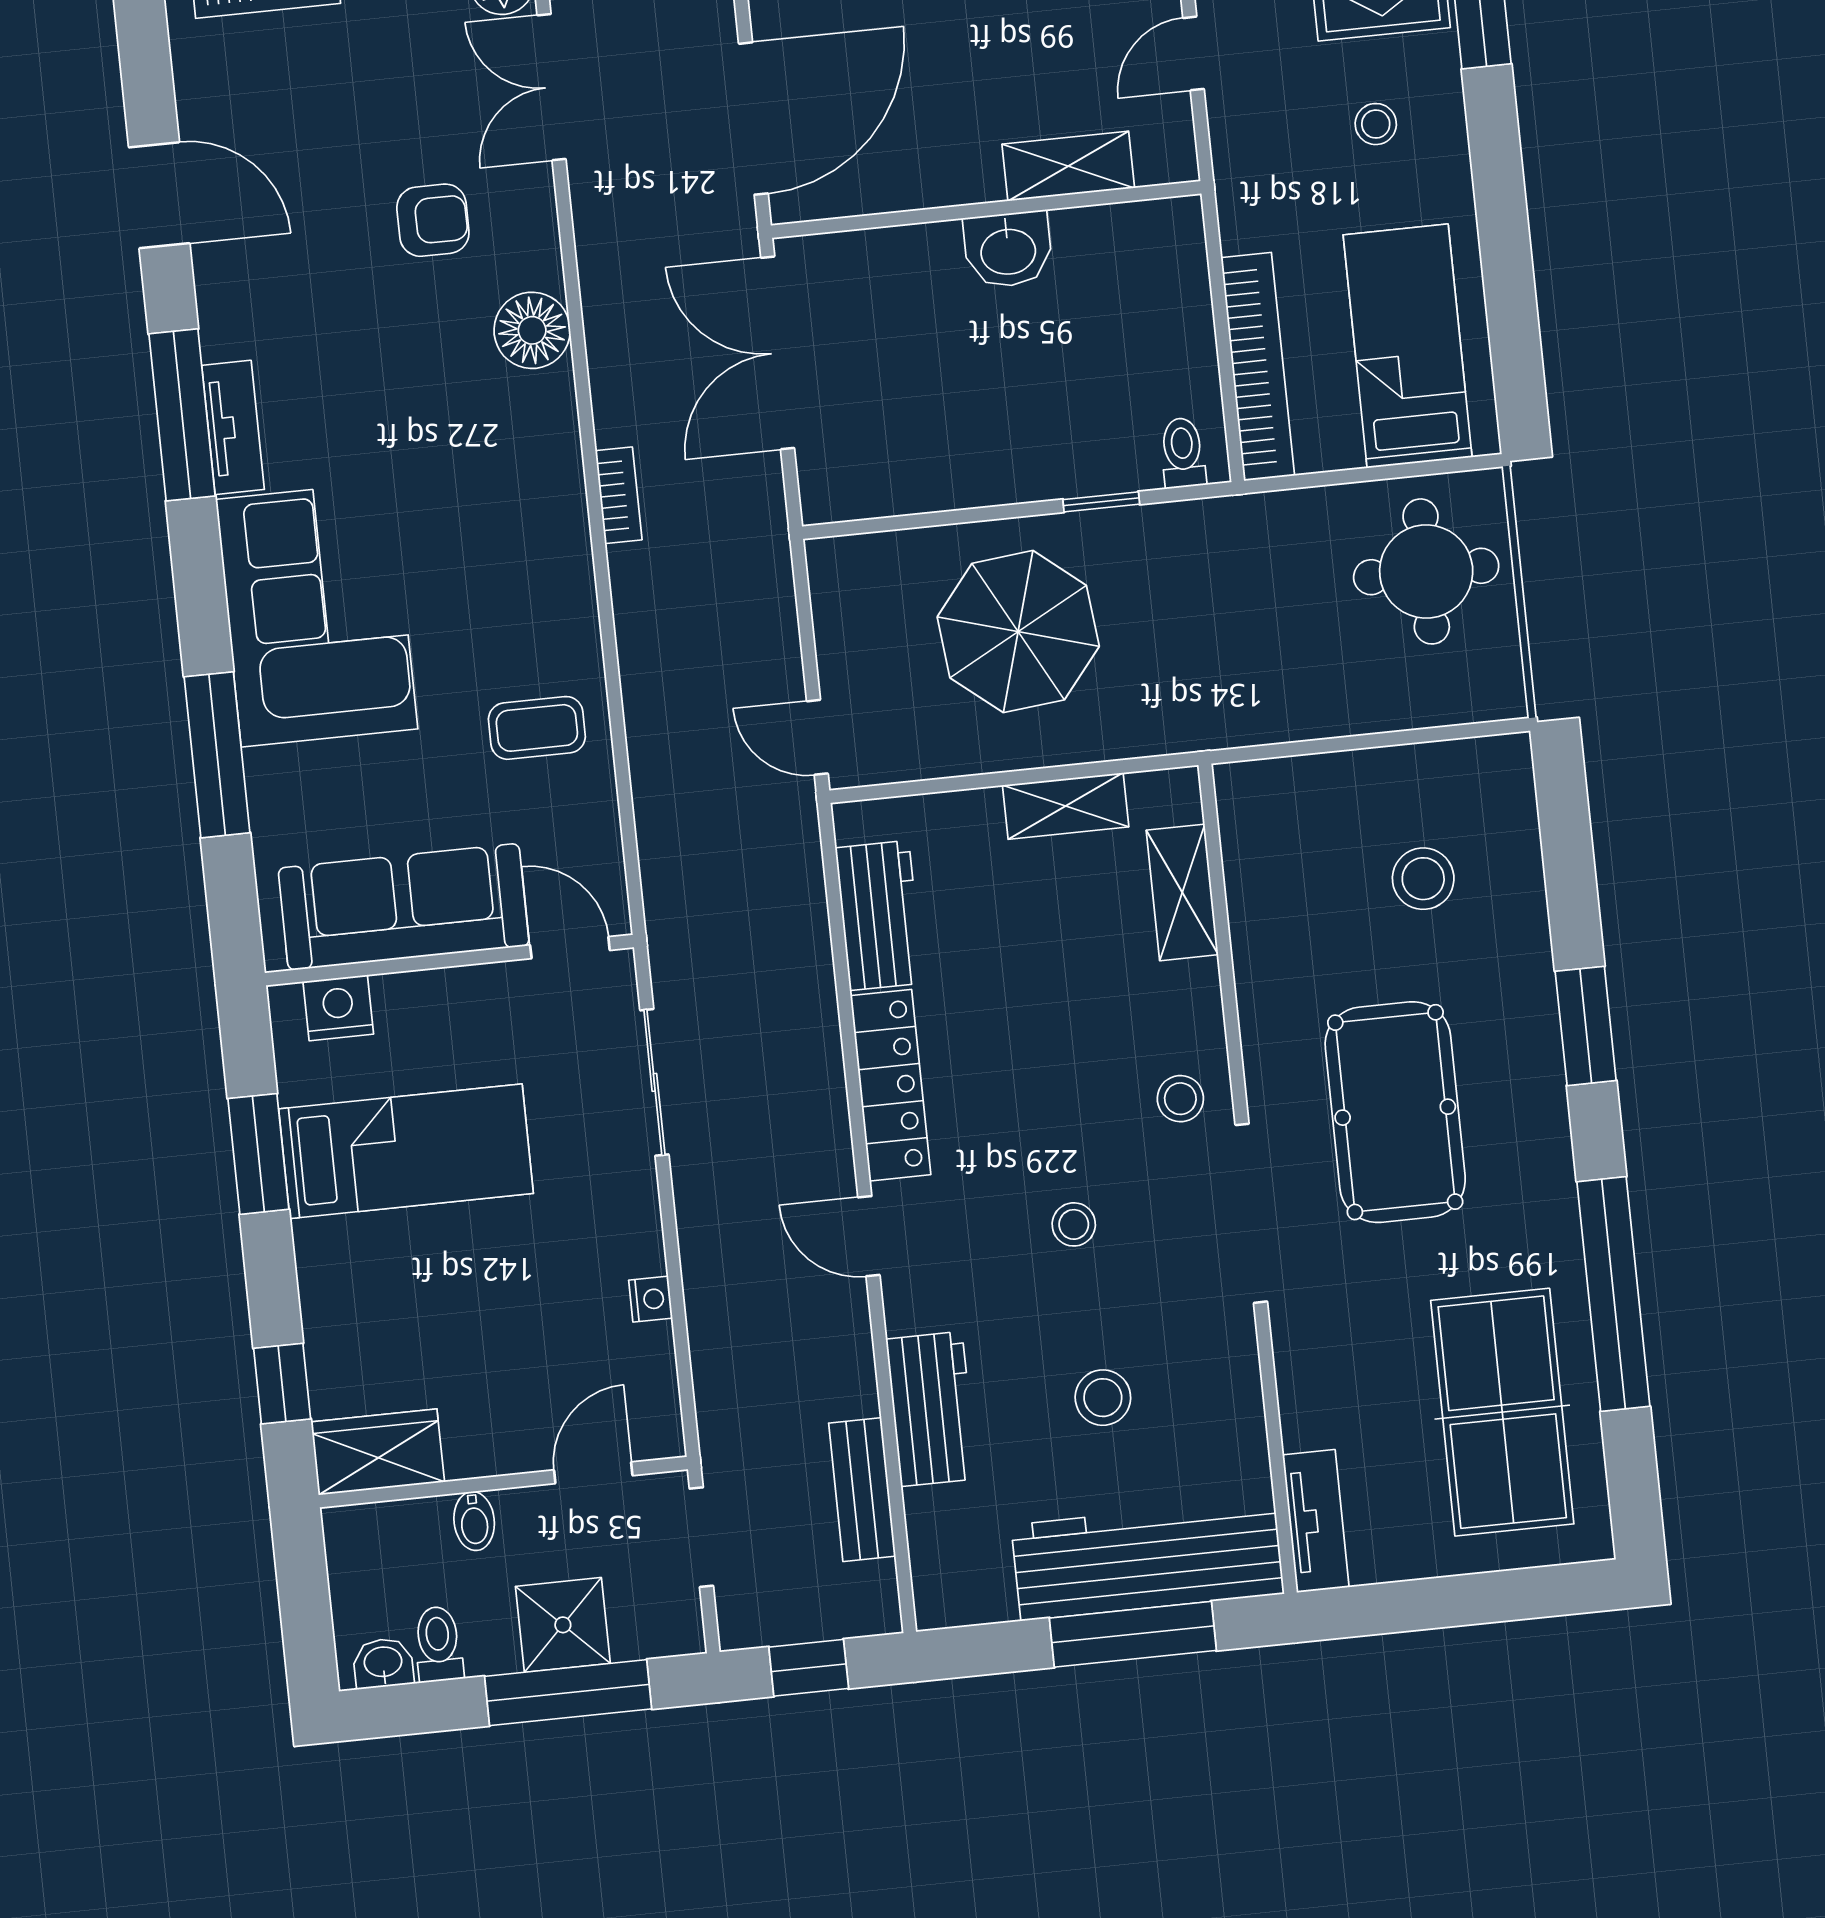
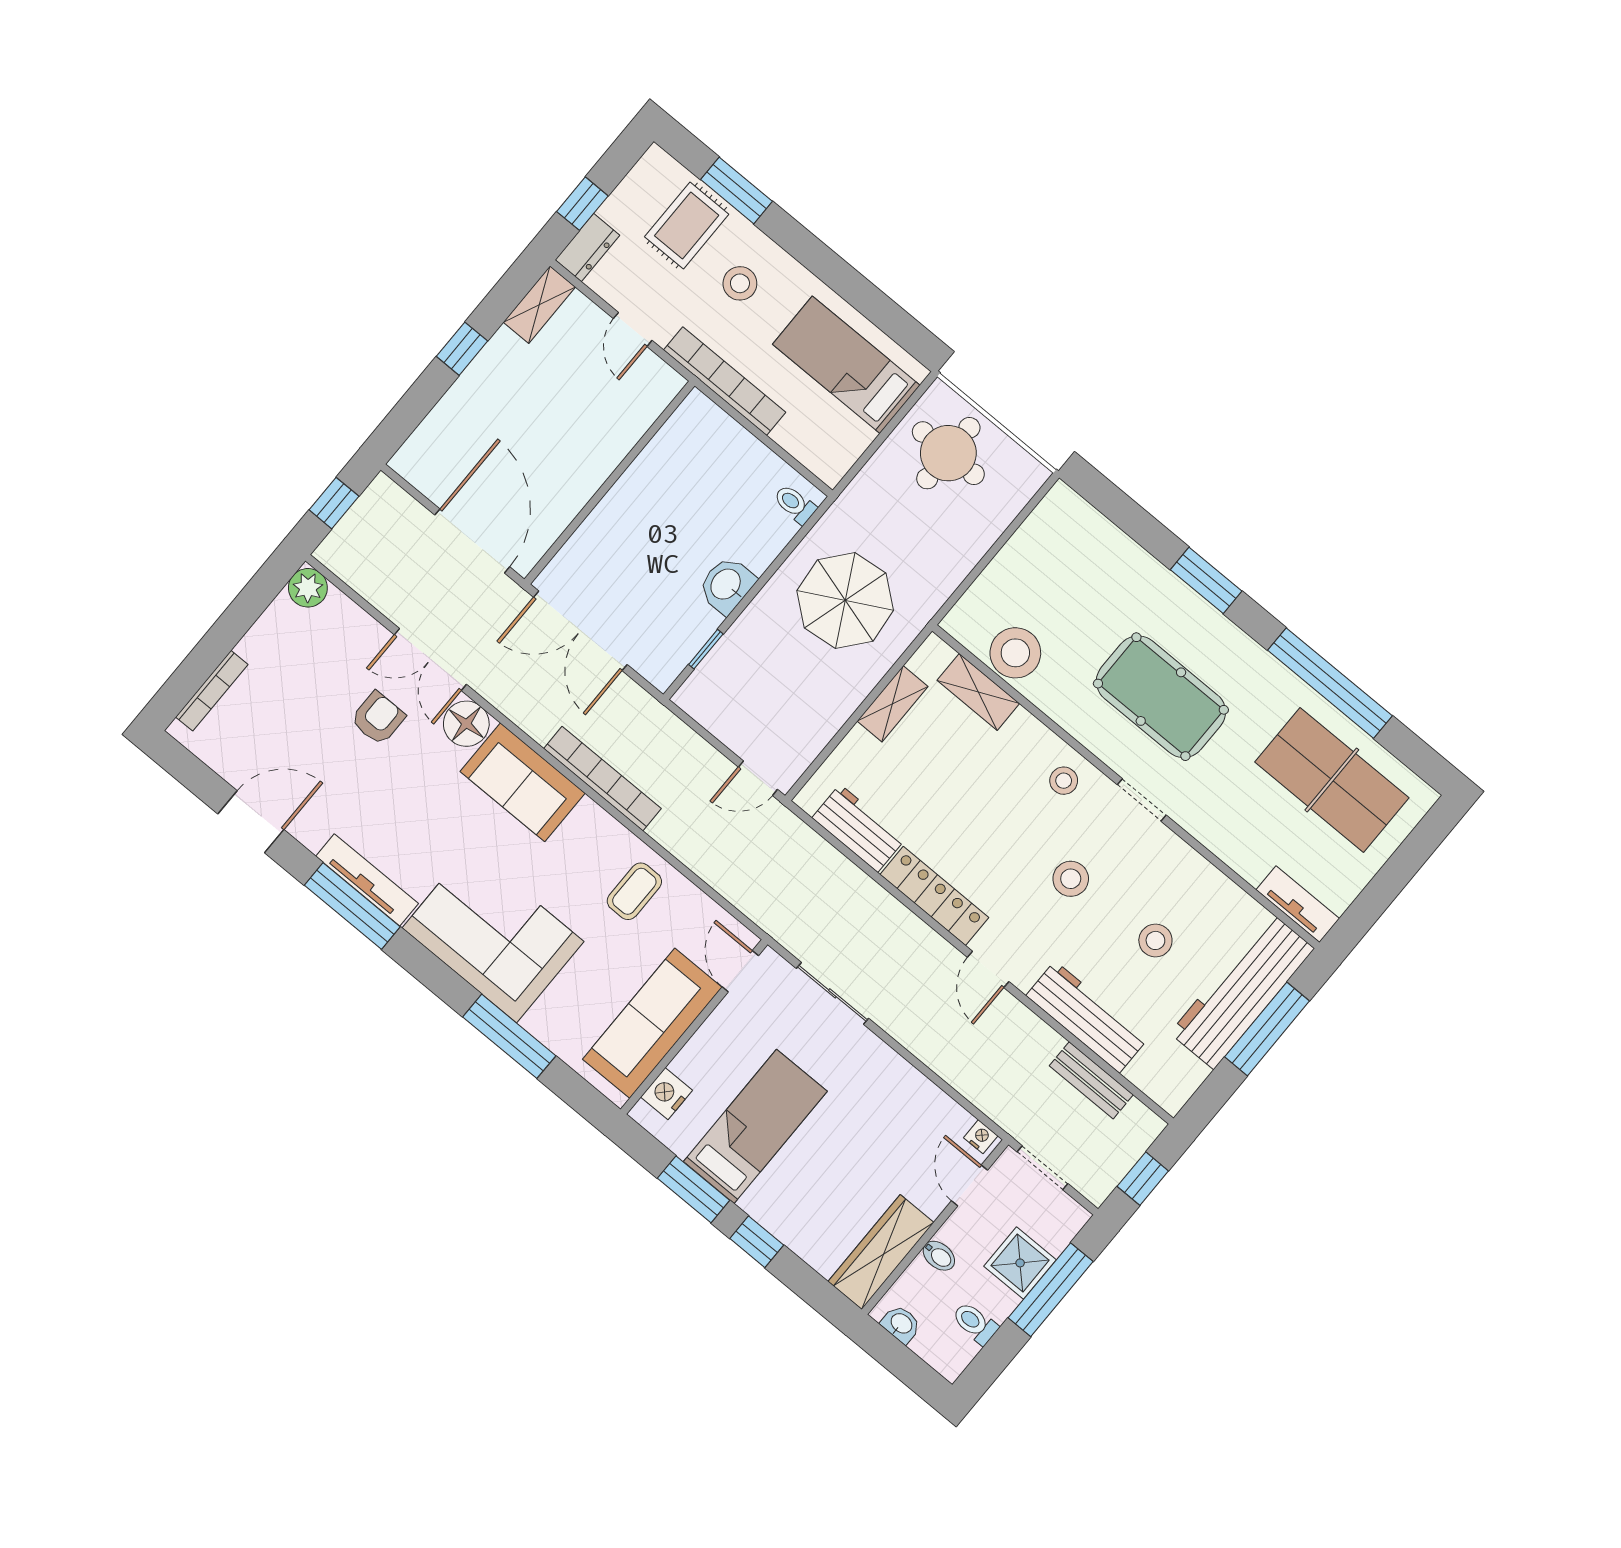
double door: (552, 87) -> (430, 660), moved
stool: (1376, 124) -> (740, 283), width x1.37, depth x1.37
shelving: (1068, 166) -> (626, 430), removed
washbasin: (1008, 250) -> (727, 585), moved, turned 180
bookcase: (1258, 367) -> (725, 381), moved
tv unit: (233, 427) -> (367, 880), width x1.41
sofa: (531, 466) -> (523, 782), added
bookcase: (619, 495) -> (602, 779), width x2.31, depth x1.31
window: (1101, 502) -> (706, 649), moved
parasol: (1018, 632) -> (845, 601), moved
stool: (1423, 879) -> (1015, 653), moved, width x1.38, depth x1.38
door: (570, 948) -> (740, 971), hinge flipped
doorway: (1251, 1213) -> (1142, 800), width x0.53
stool: (1074, 1224) -> (1071, 879), width x1.37, depth x1.37
door: (869, 1236) -> (988, 969), hinge flipped
nightstand: (651, 1299) -> (981, 1137), moved
window: (282, 1384) -> (757, 1242), moved
workbench: (931, 1409) -> (1087, 1017), width x1.37
wardrobe: (378, 1452) -> (881, 1252), width x1.50
washbasin: (383, 1663) -> (901, 1324), moved, turned 90

